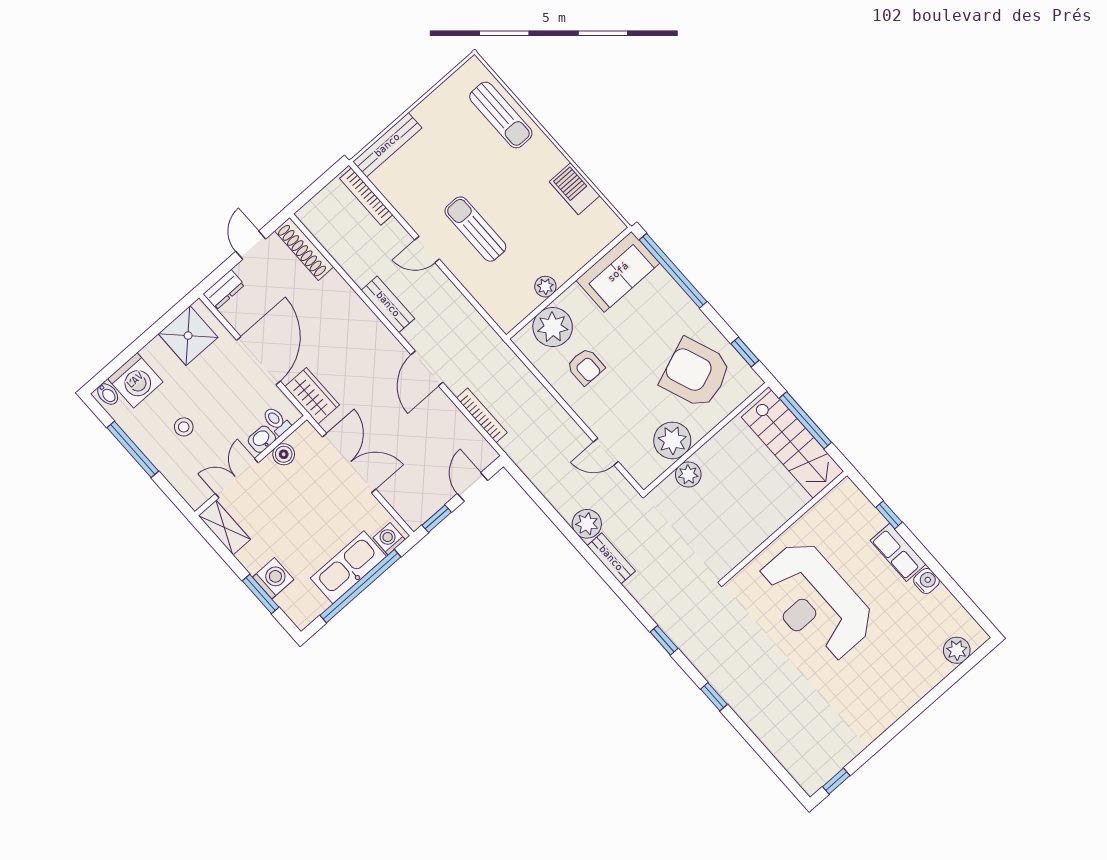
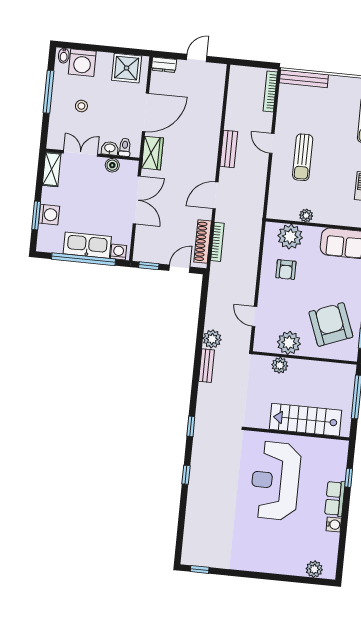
sun lounger: (475, 229) -> (303, 157), turned 180
shoe rack: (304, 249) -> (203, 241), moved
stairs: (793, 444) -> (306, 420), moved, turned 90

